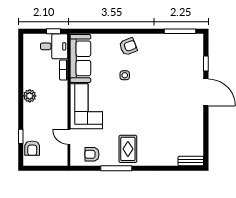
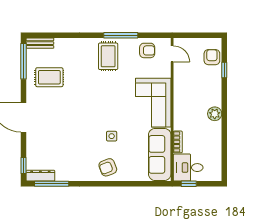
dresser: (190, 39) -> (40, 176), added
window: (206, 63) -> (24, 166), moved
rug: (182, 130) -> (49, 77), added
door: (69, 137) -> (172, 54), moved
window: (206, 144) -> (24, 61), added

